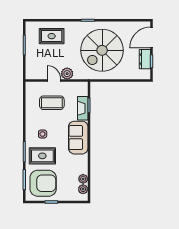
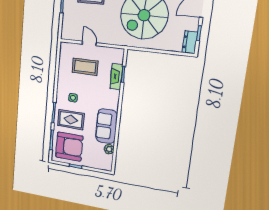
dresser: (145, 59) -> (190, 42), moved
plant: (67, 74) -> (104, 37), removed
sofa: (78, 138) -> (106, 126), moved
plant: (83, 189) -> (108, 159), removed

